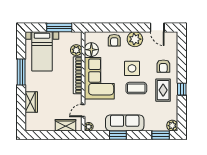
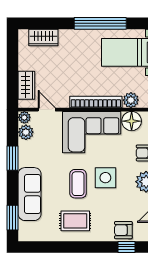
armchair: (163, 66) -> (123, 230), moved
window: (21, 72) -> (100, 23), width x1.46
window: (182, 89) -> (127, 247), moved
wardrobe: (31, 102) -> (43, 37), moved
sofa: (125, 123) -> (30, 194), moved
plant: (172, 126) -> (26, 132), moved

